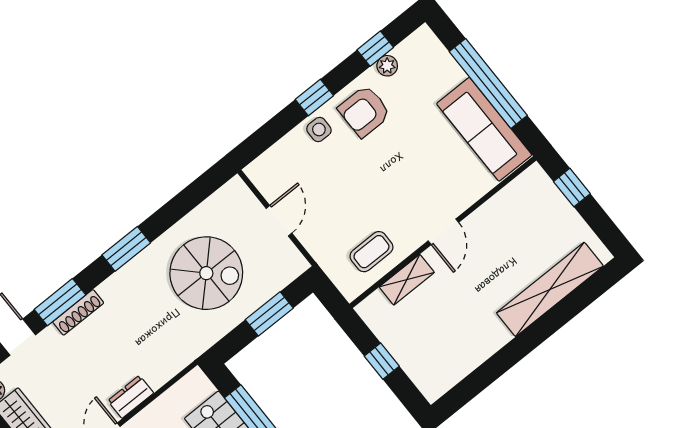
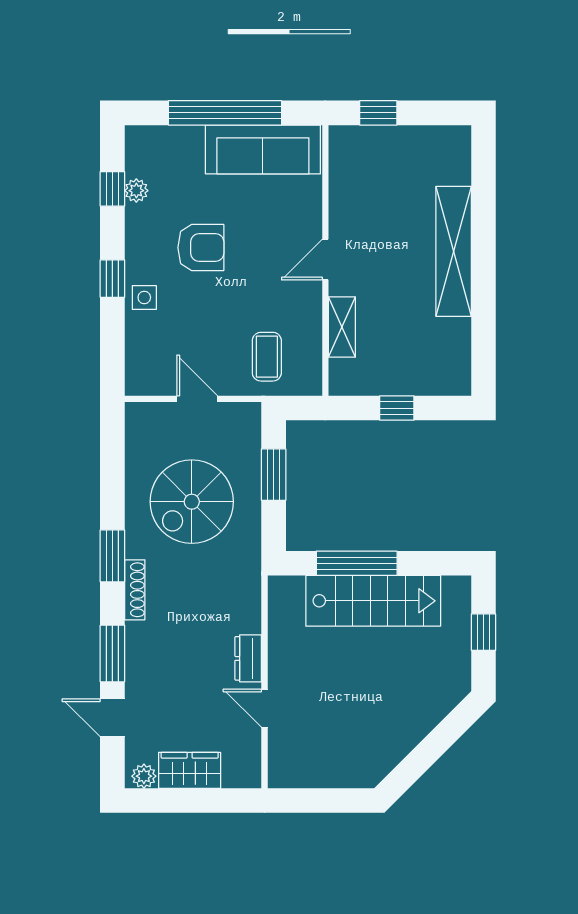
armchair: (364, 111) -> (201, 248), moved, turned -90
door: (443, 232) -> (325, 260), swing flipped
coffee table: (371, 252) -> (267, 357), moved
spiral stairs: (206, 273) -> (192, 502), turned 180
shelving: (550, 289) -> (454, 251), moved
shoe rack: (78, 312) -> (135, 590), moved

